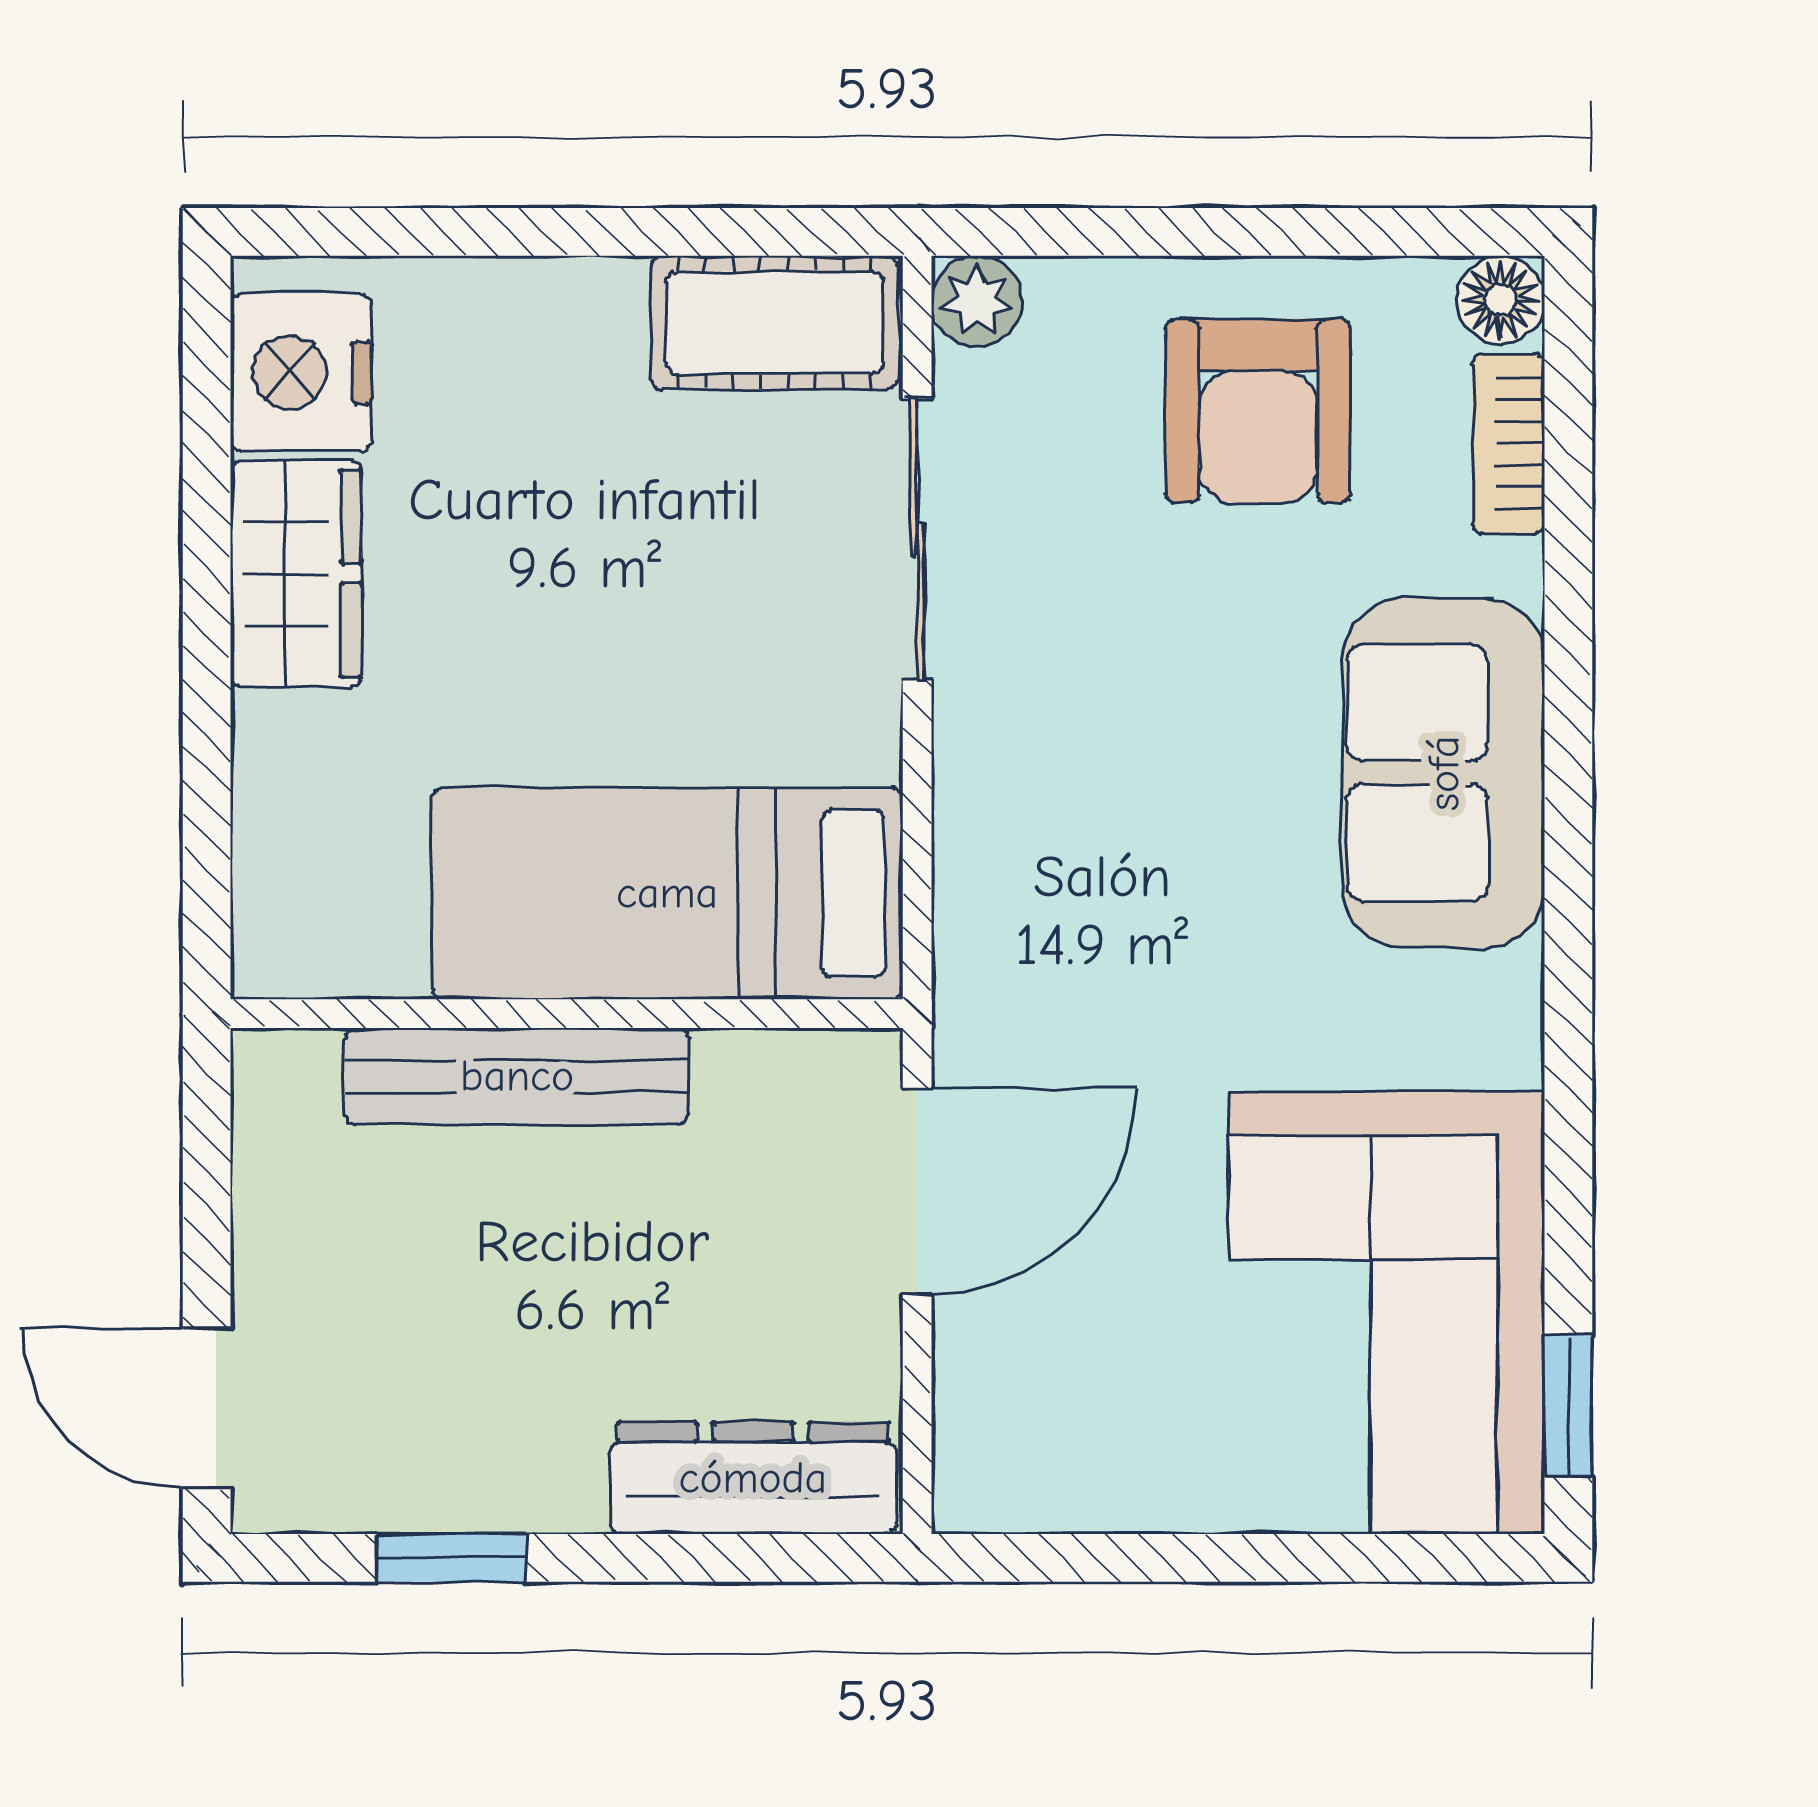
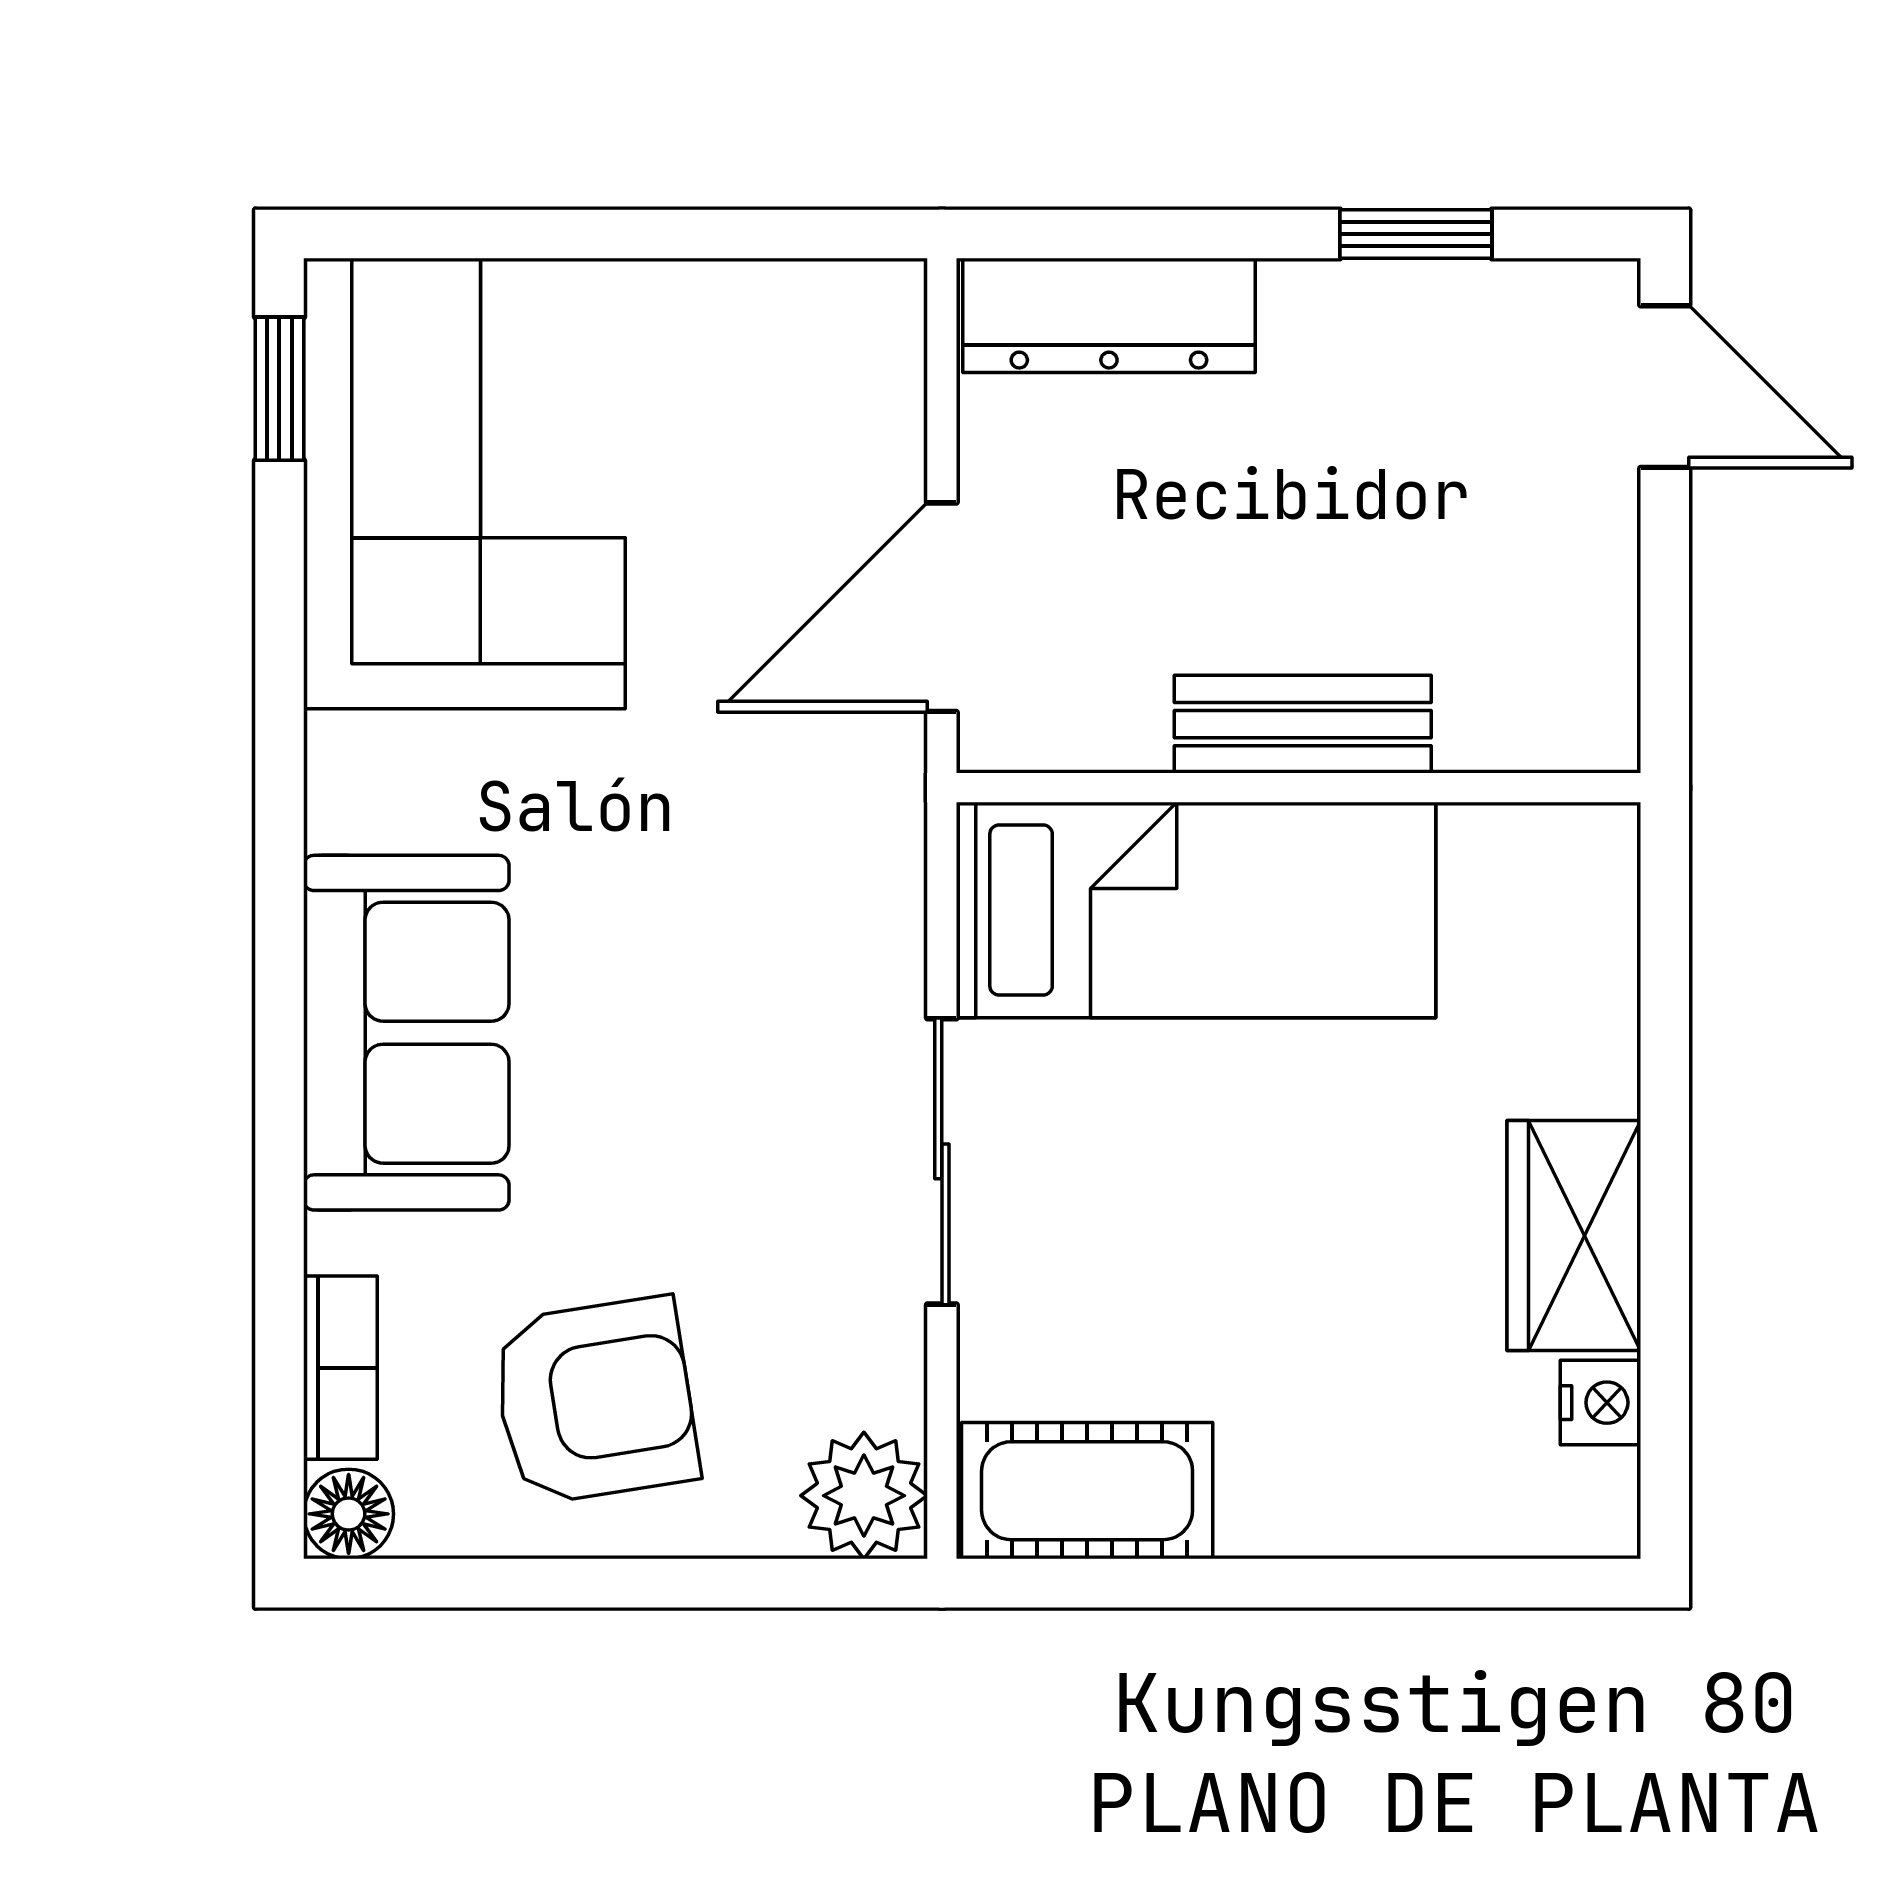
plant: (977, 301) -> (864, 1496), width x1.38, depth x1.38
nightstand: (301, 372) -> (1601, 1403), width x0.53, depth x0.56
armchair: (1258, 411) -> (595, 1401), turned 81
sliding door: (917, 539) -> (942, 1161), moved
bench: (517, 1076) -> (1303, 724), width x0.73

